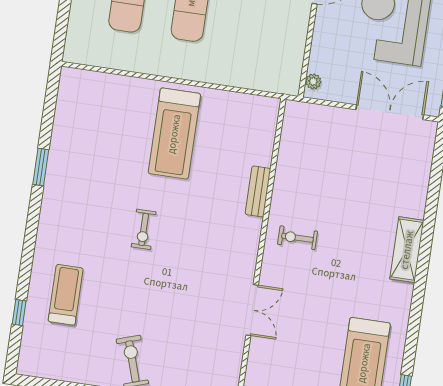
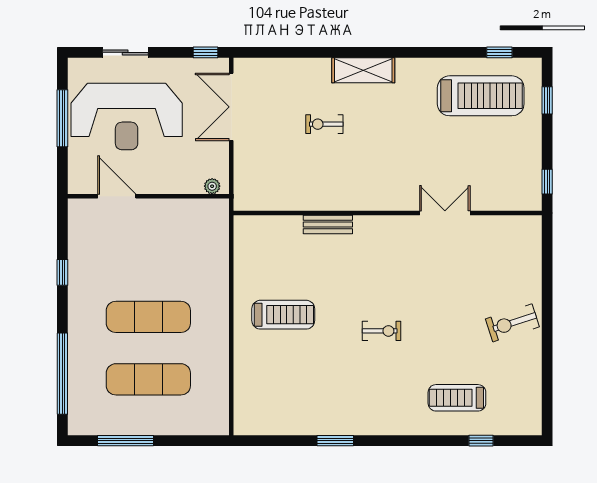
treadmill: (174, 134) -> (283, 315), width x0.73, depth x0.73
exercise bike: (297, 238) -> (324, 124), moved, turned 90

